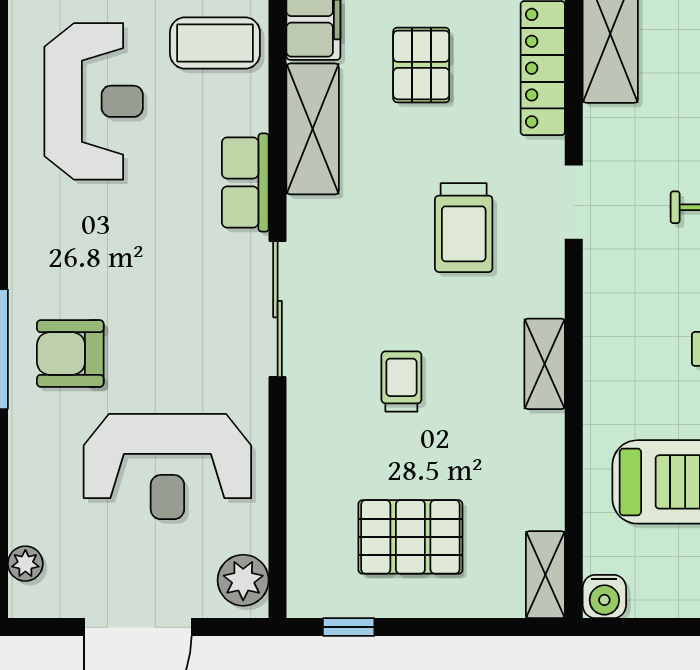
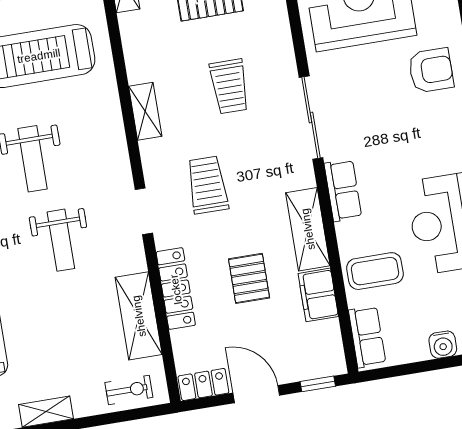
trolley: (401, 382) -> (229, 86), width x1.36, depth x1.39

